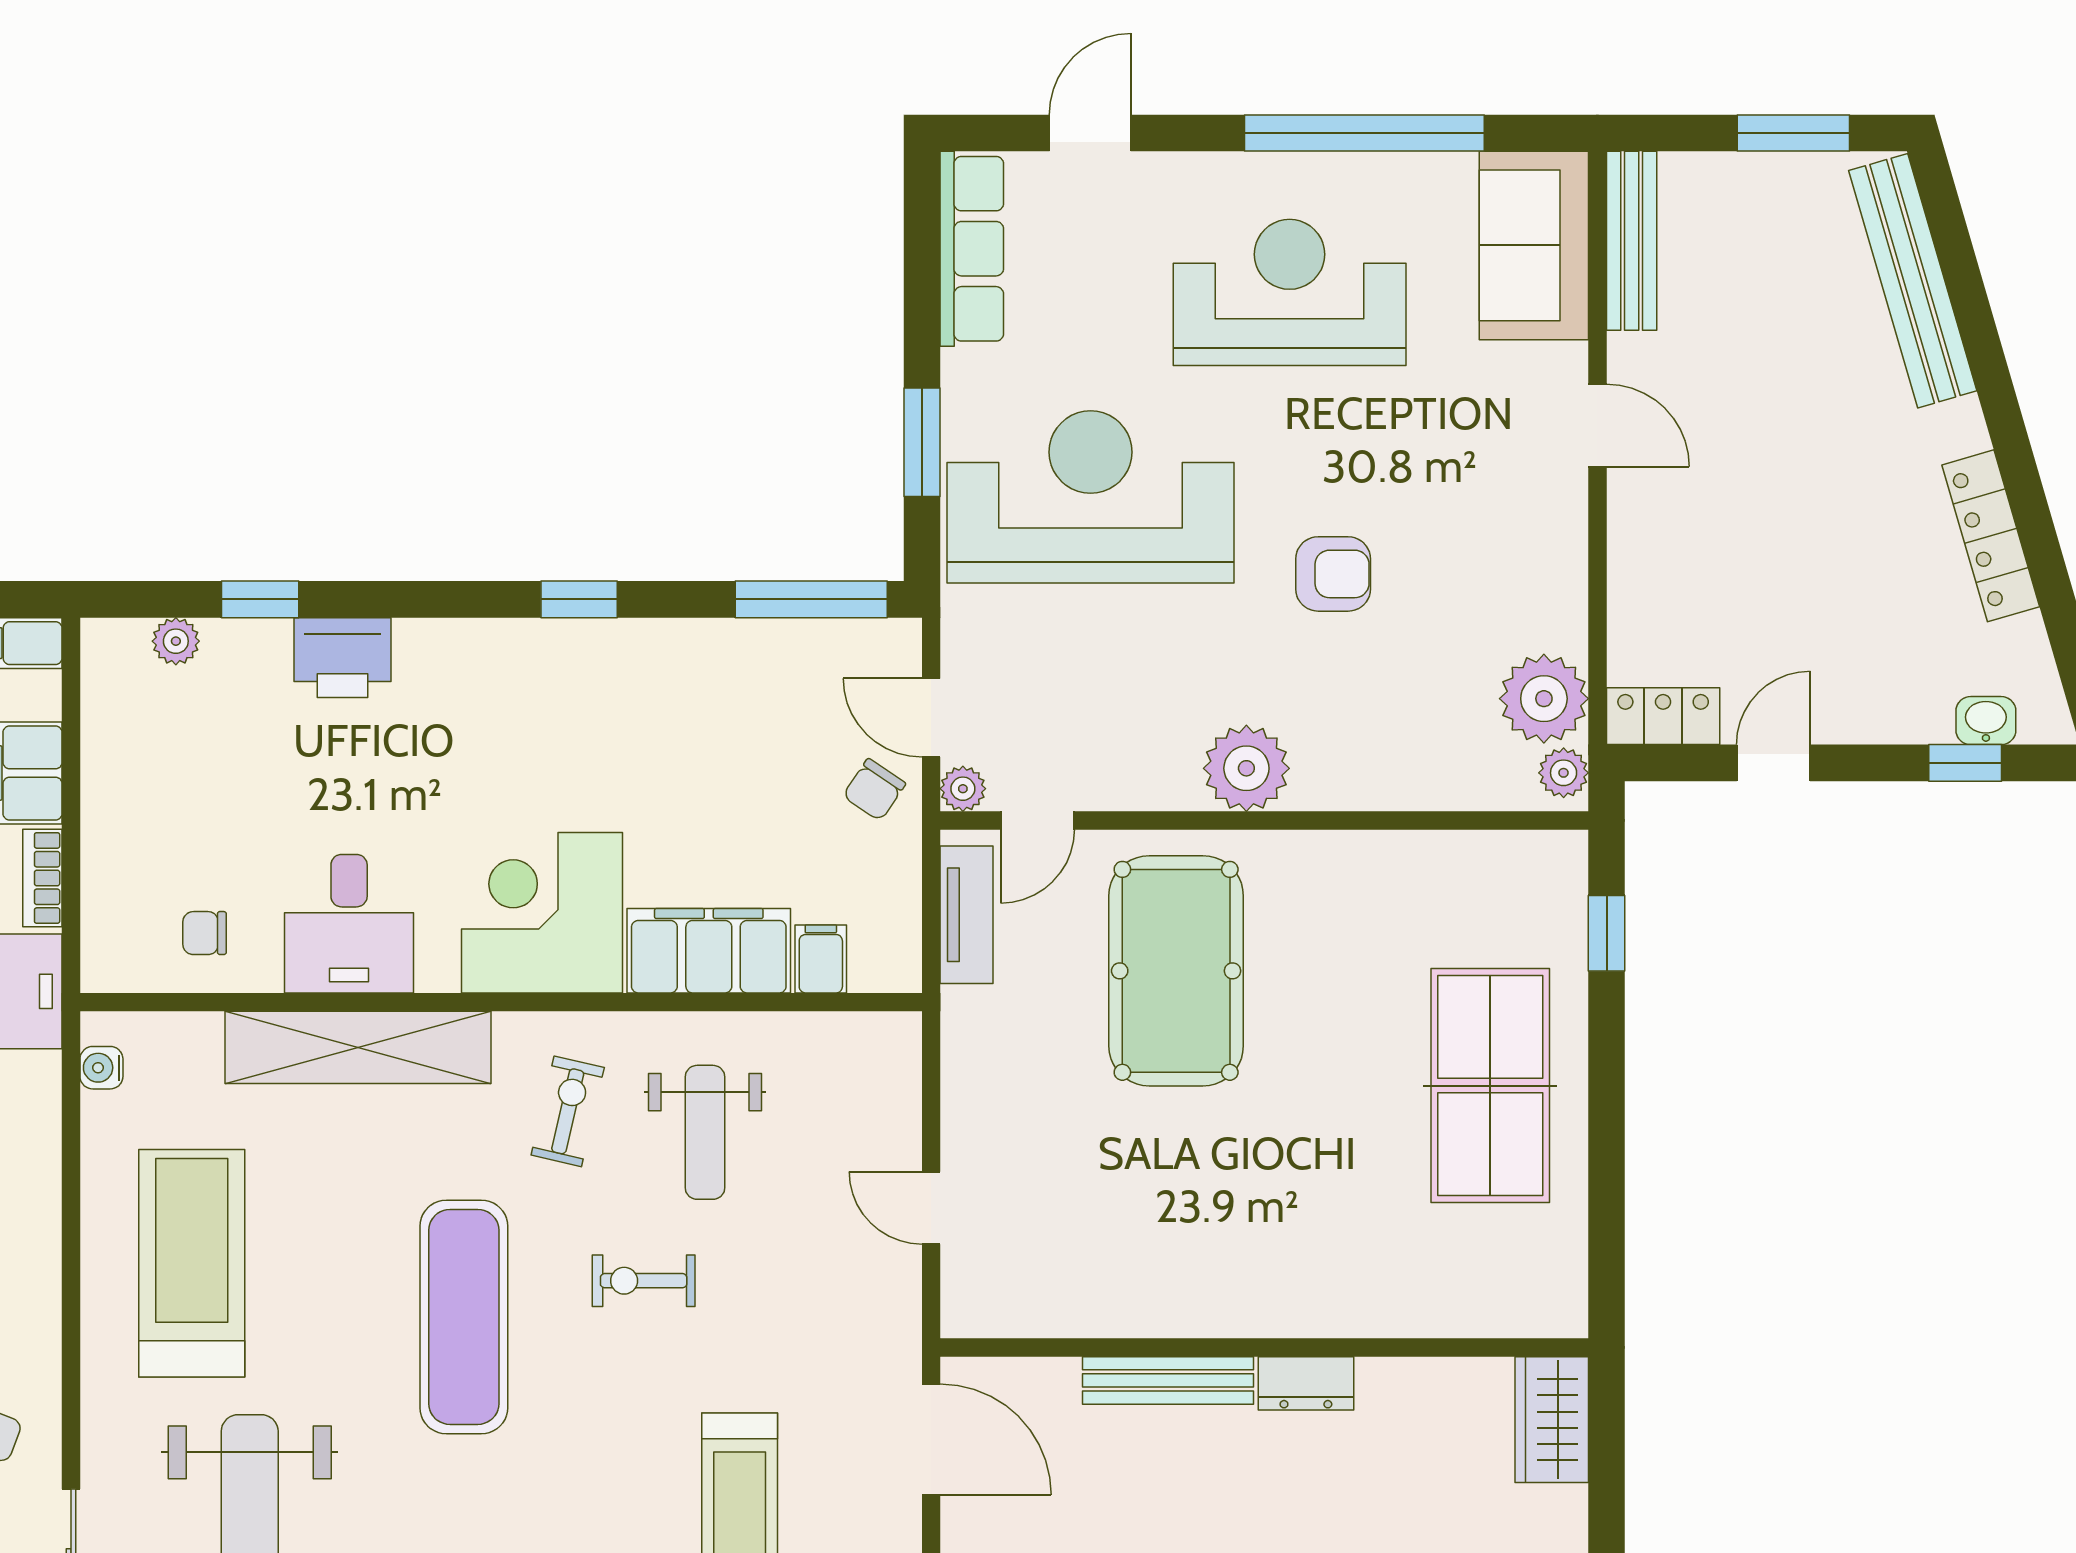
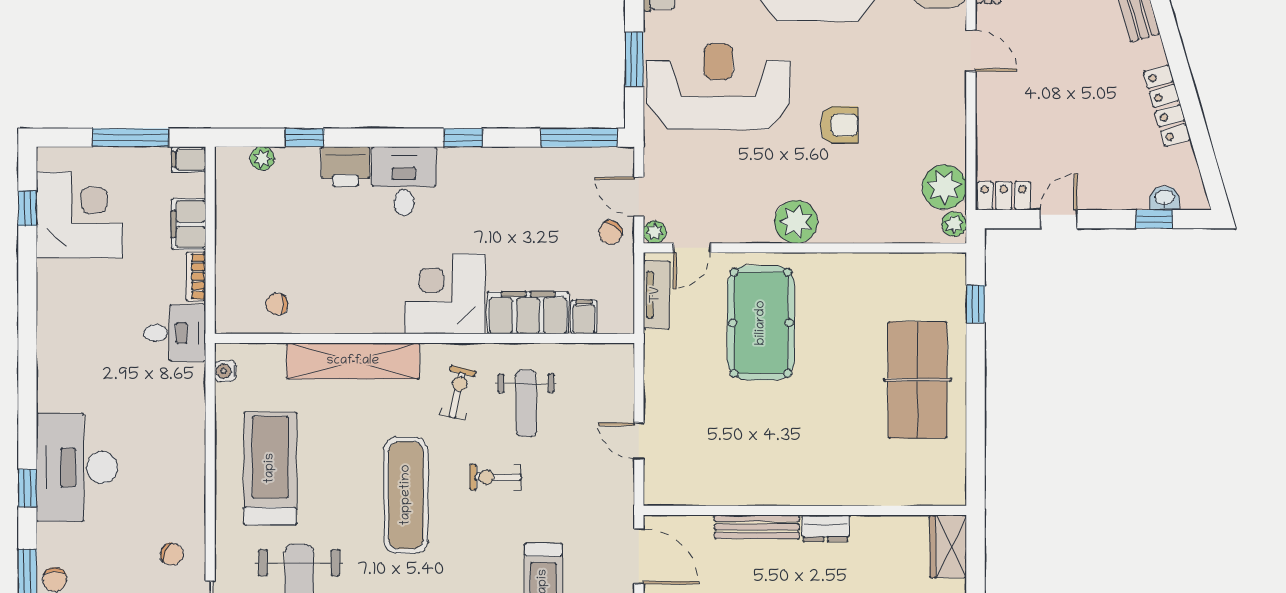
desk: (349, 924) -> (404, 181), moved, turned 180

